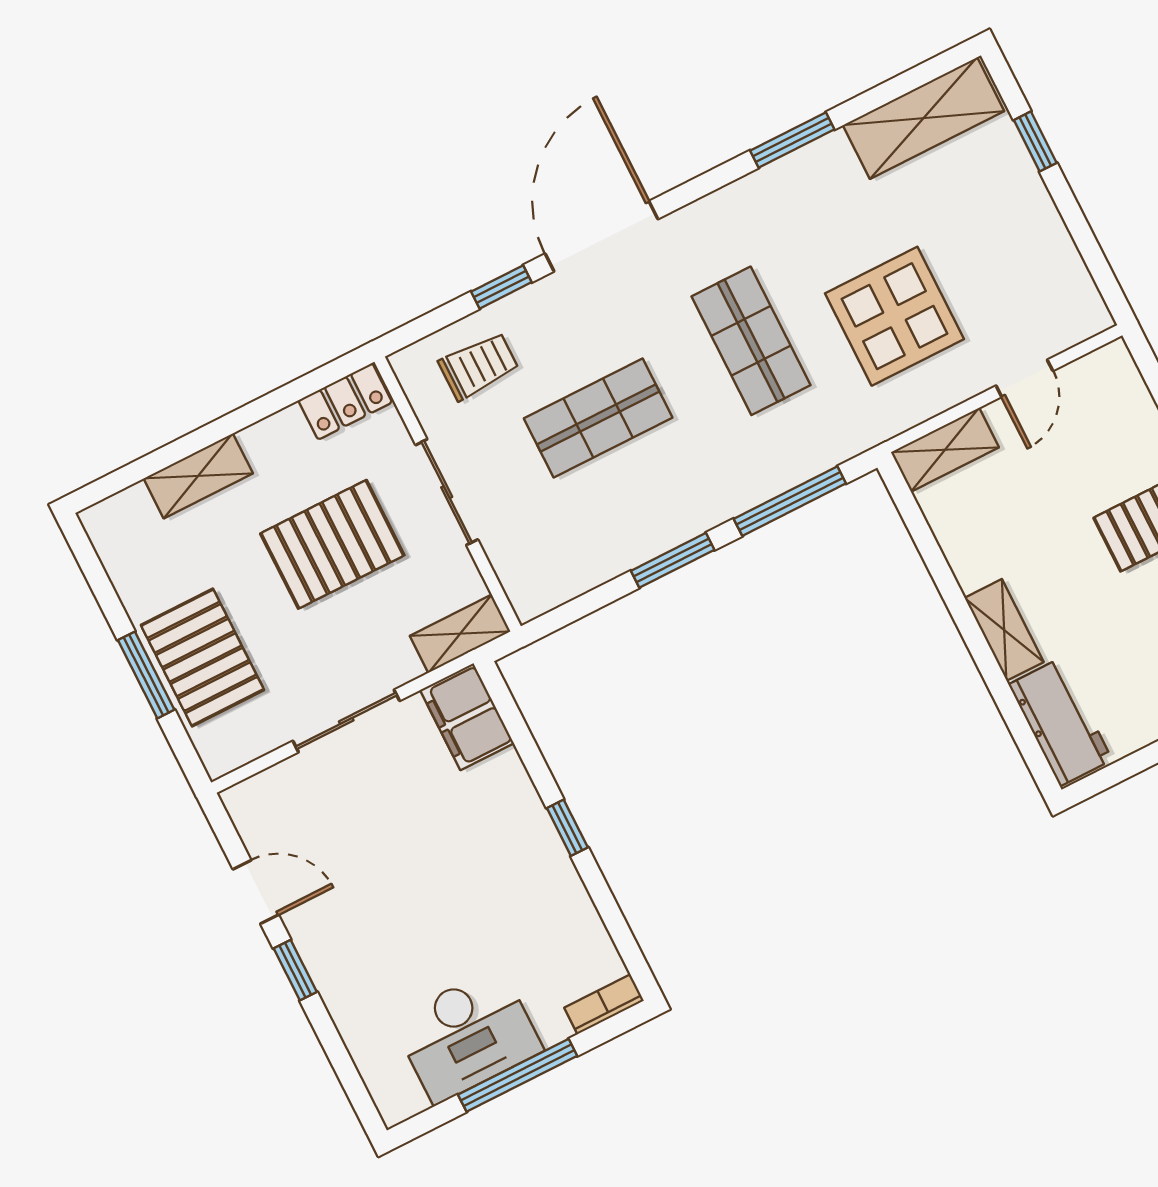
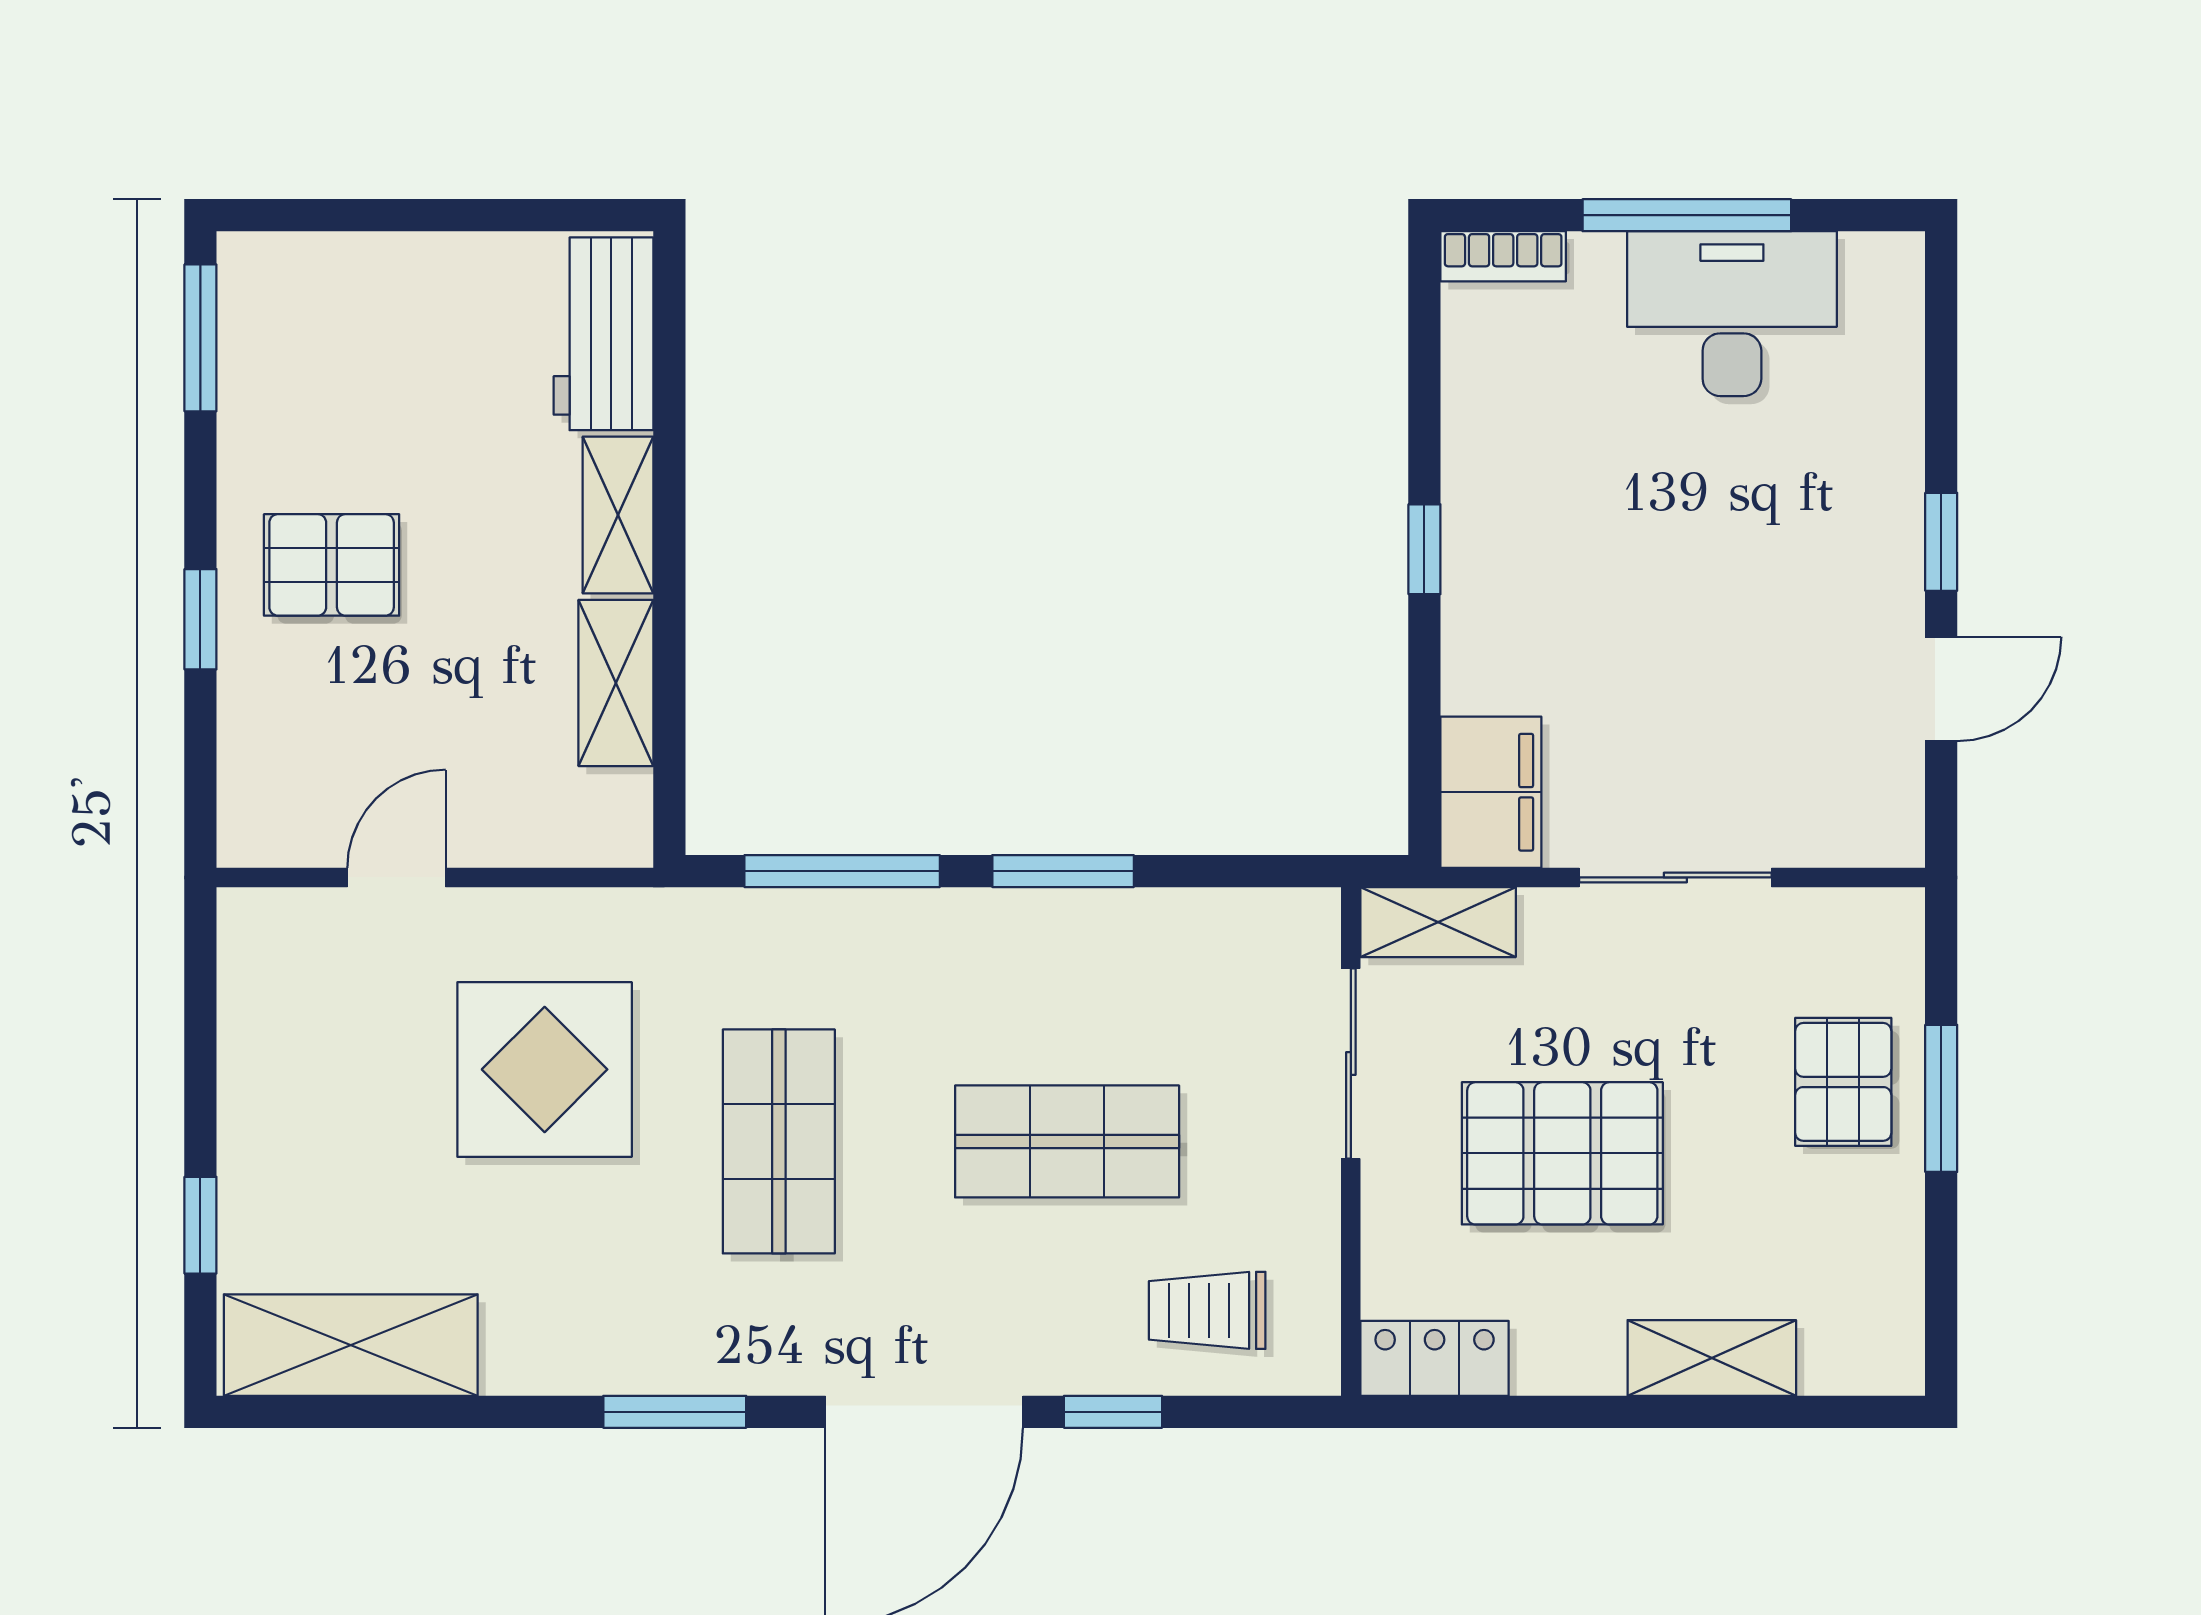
window: (792, 140) -> (675, 1412), moved
shelving: (945, 450) -> (616, 683), moved, turned 90
sliding door: (447, 492) -> (1351, 1064), moved
pallet: (202, 657) -> (1843, 1082), width x0.67, depth x0.71
door: (256, 892) -> (1941, 689), swing flipped

